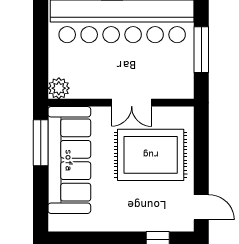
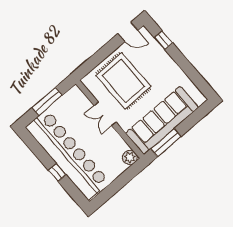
double door: (132, 103) -> (105, 114), swing flipped
door: (201, 207) -> (128, 32), swing flipped

